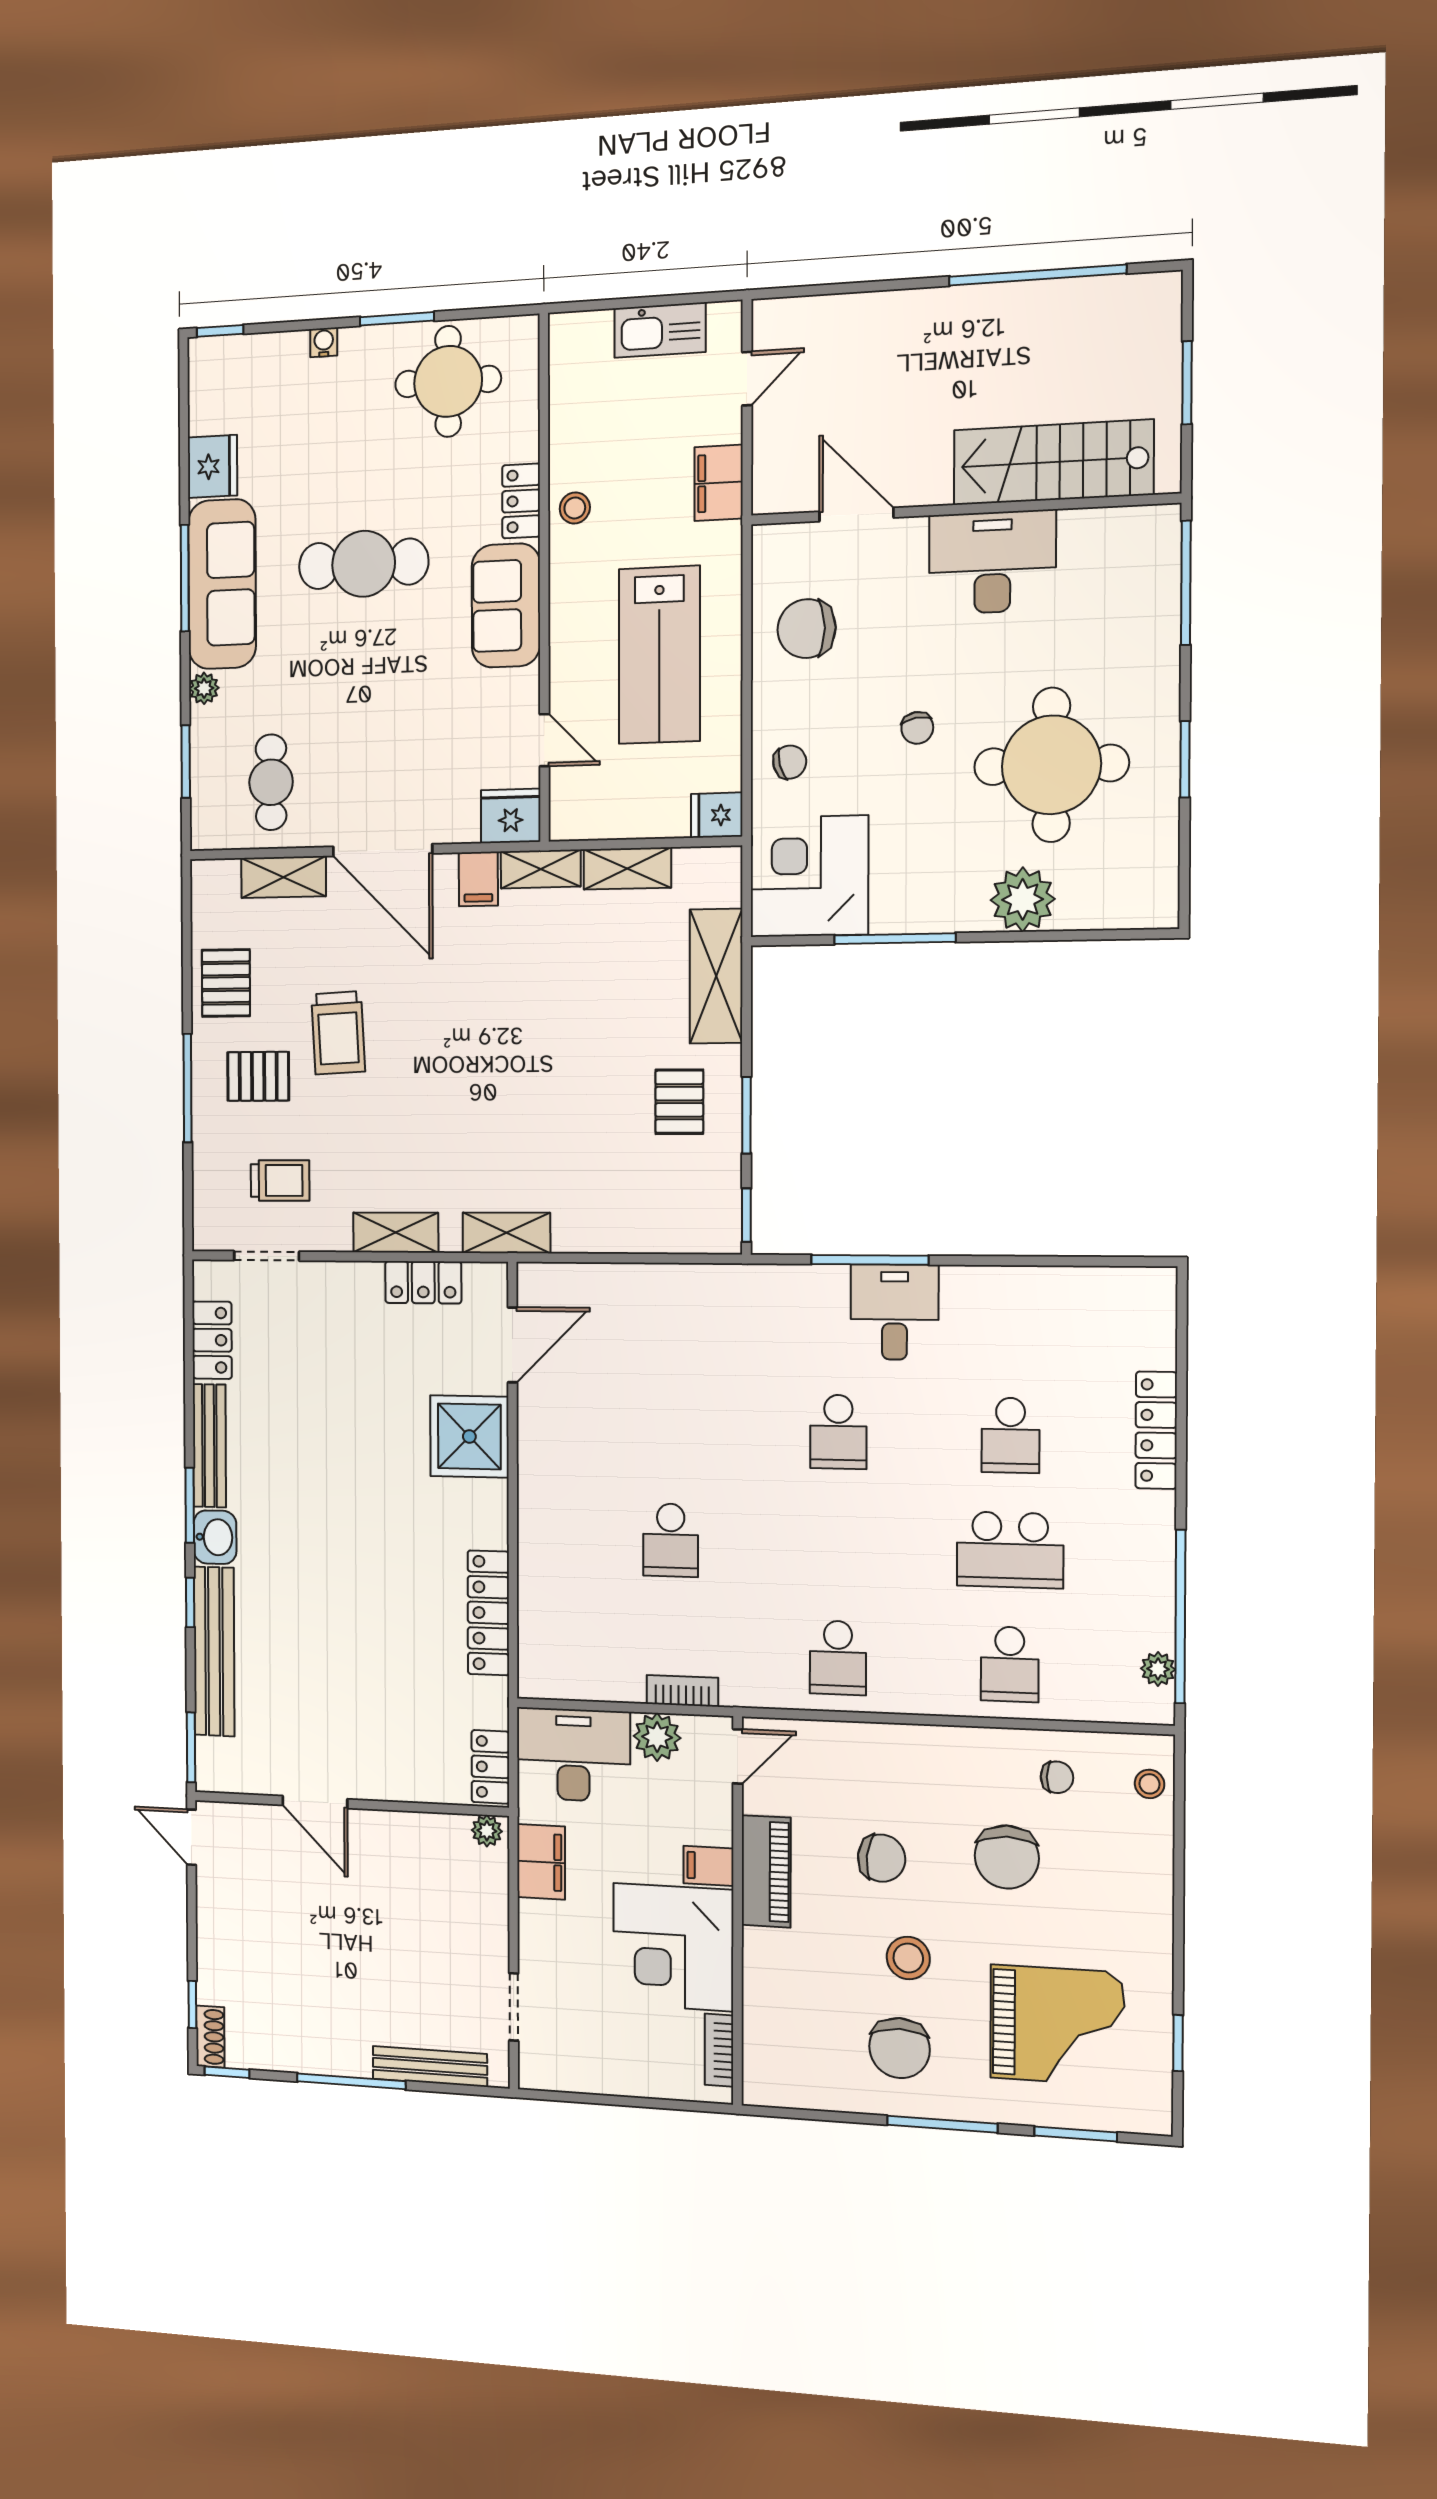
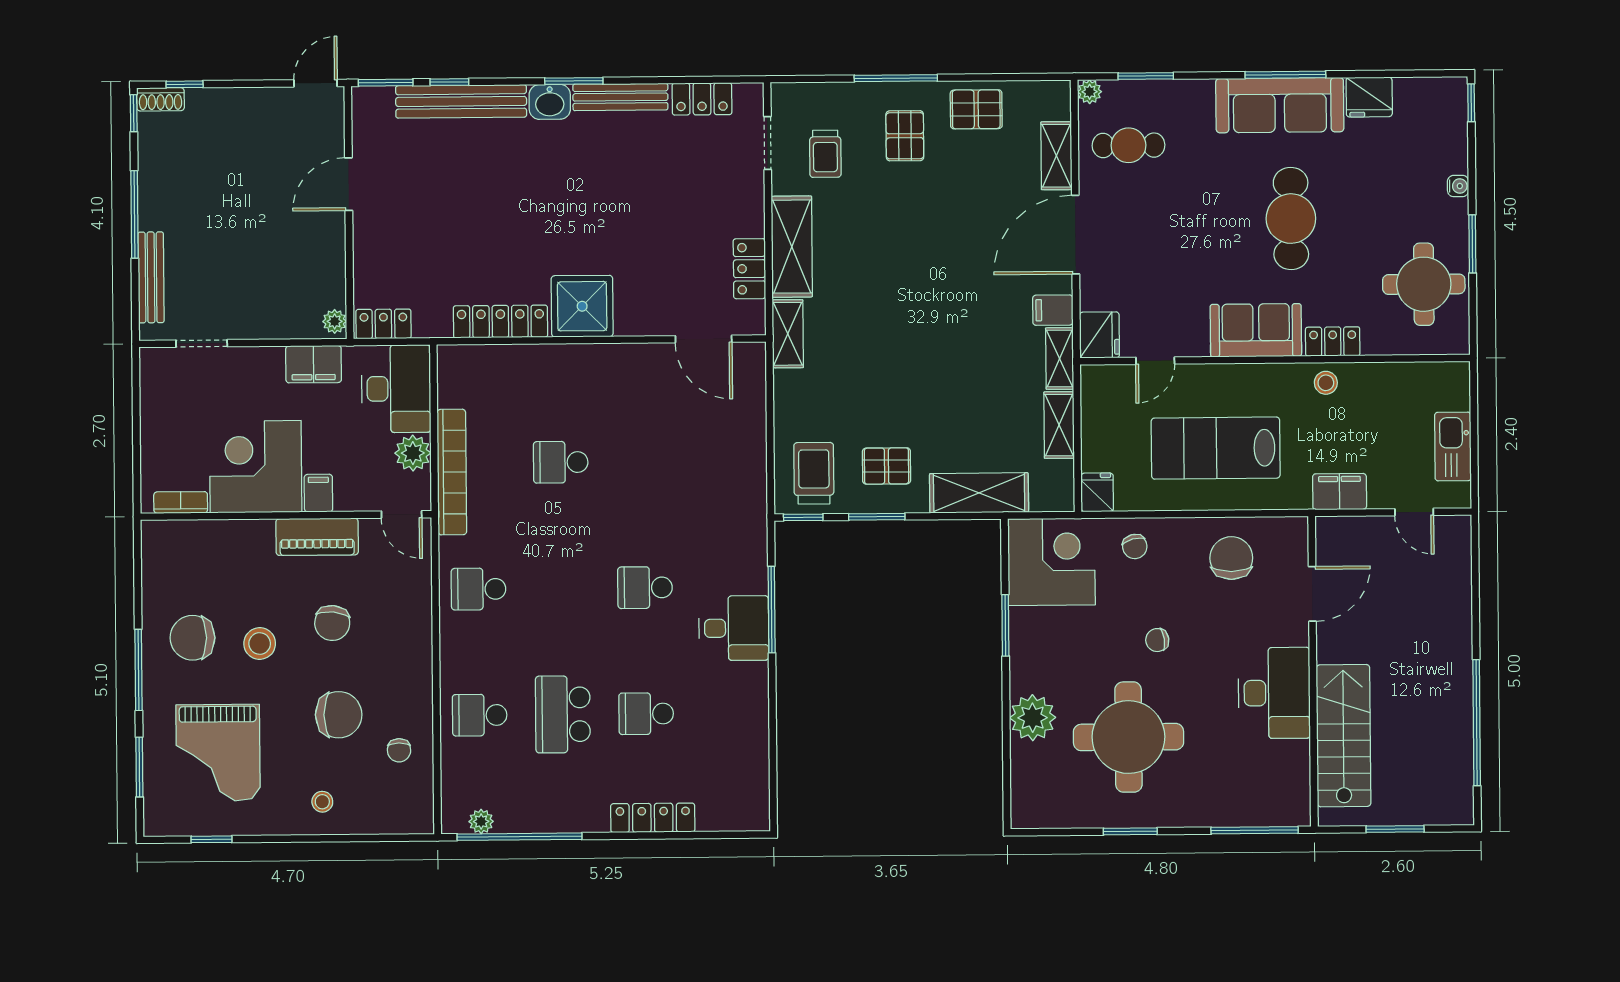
plant: (204, 688) -> (1090, 92), moved
window: (895, 939) -> (1005, 625), width x0.69
trolley: (338, 1033) -> (814, 473), moved, turned 93
shelving: (396, 1233) -> (792, 247), width x1.50, depth x1.33
shower: (469, 1437) -> (582, 306), moved
window: (190, 1602) -> (449, 82), moved
bookcase: (682, 1691) -> (452, 472), width x2.31, depth x1.31
stool: (1150, 1784) -> (322, 802), moved
chair: (1007, 1857) -> (339, 715), turned 180

